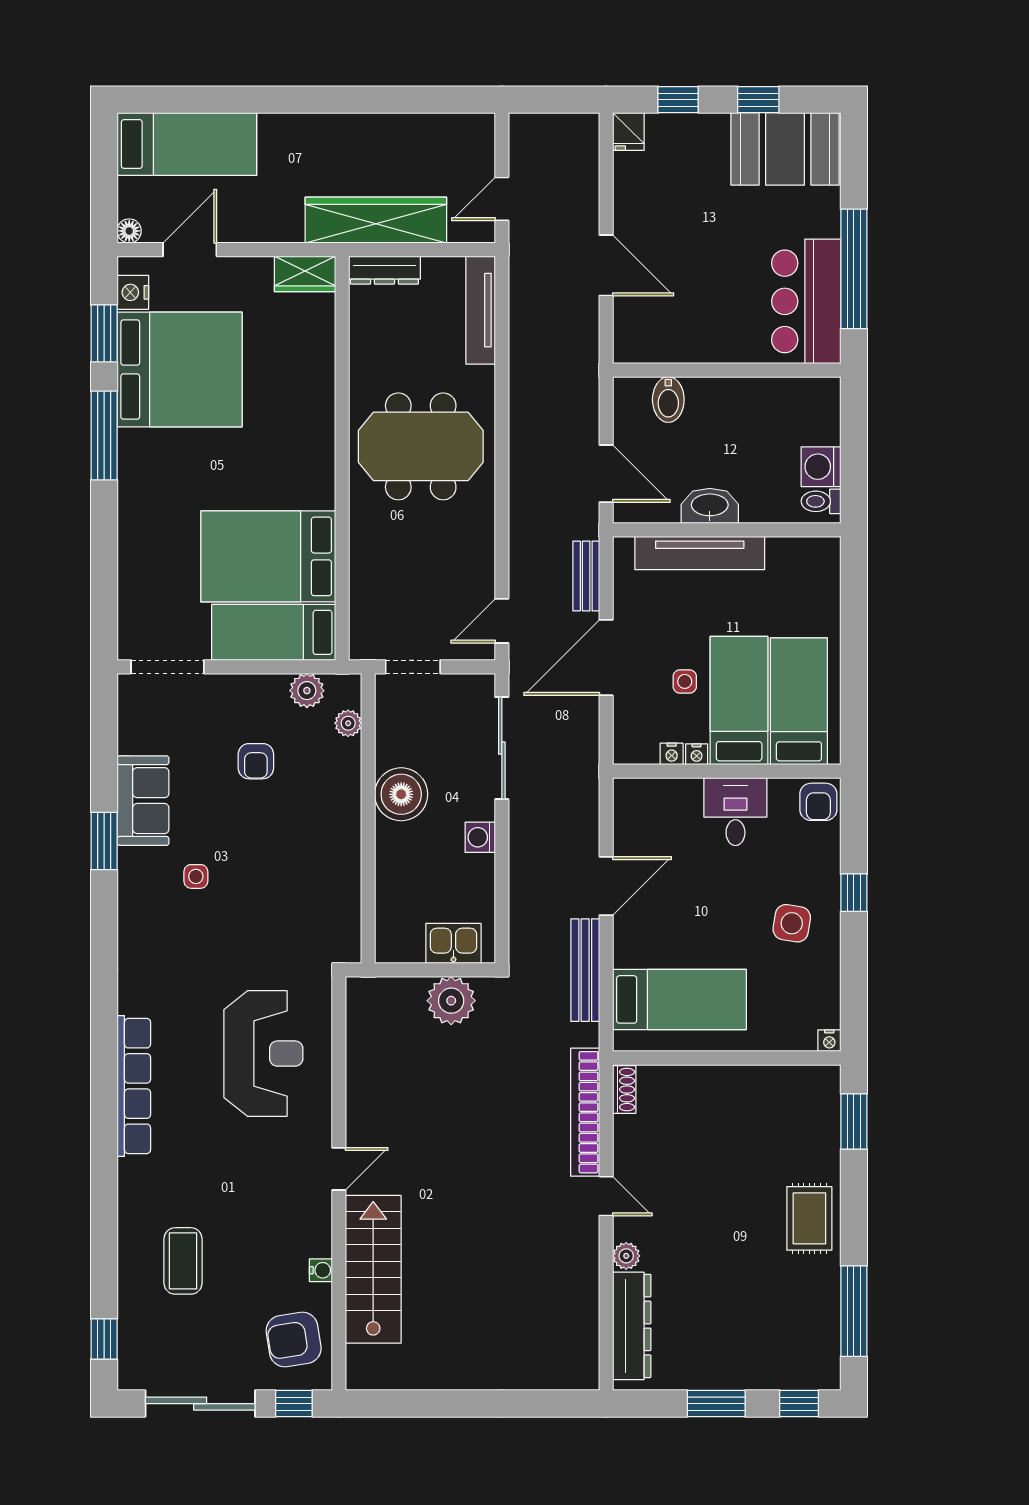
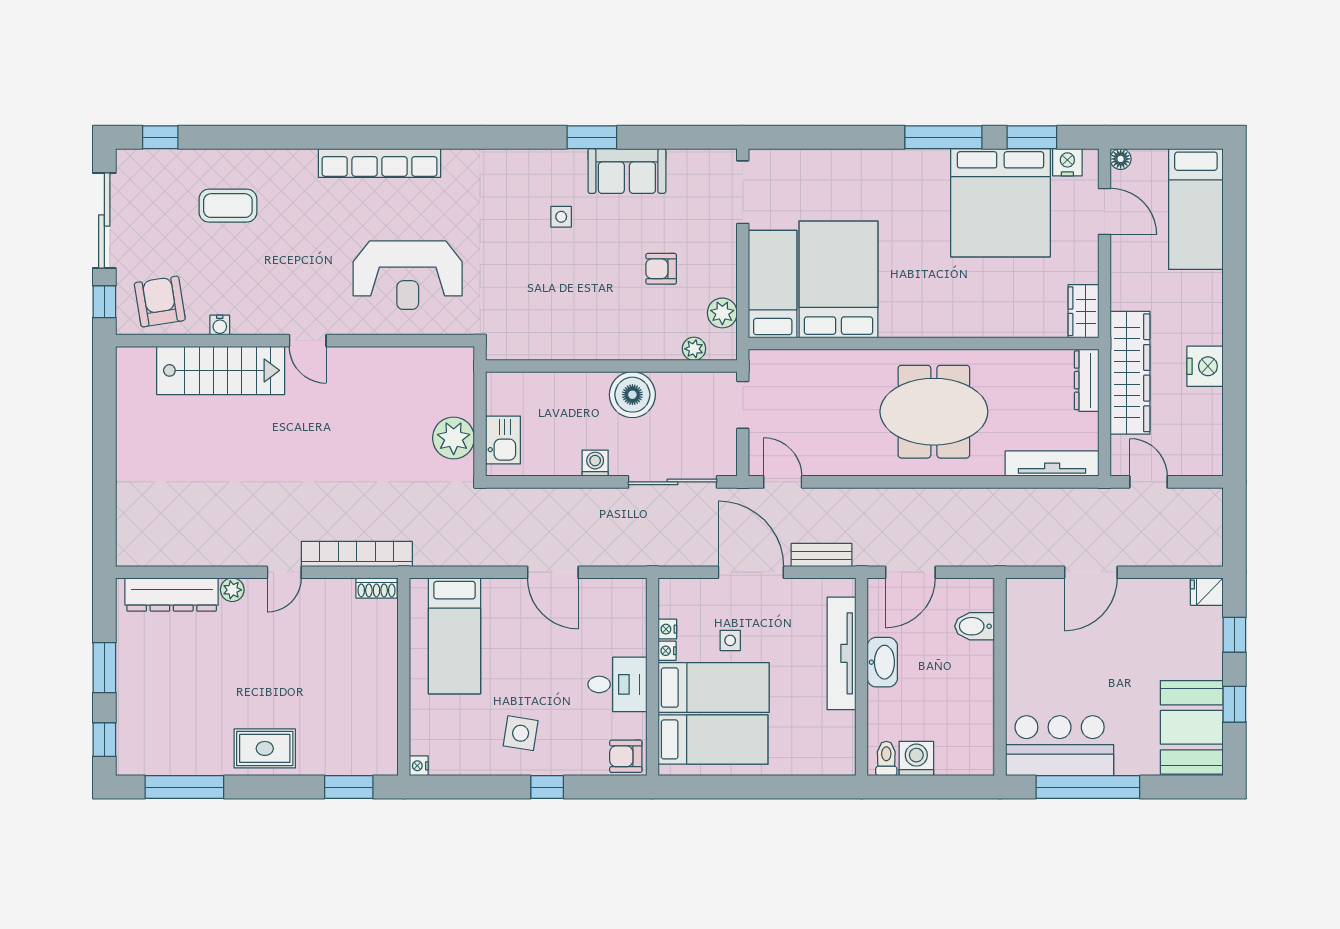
nightstand: (368, 134) -> (1205, 366), added
meeting table: (421, 446) -> (934, 412), turned 90
bench: (585, 970) -> (480, 554), removed

